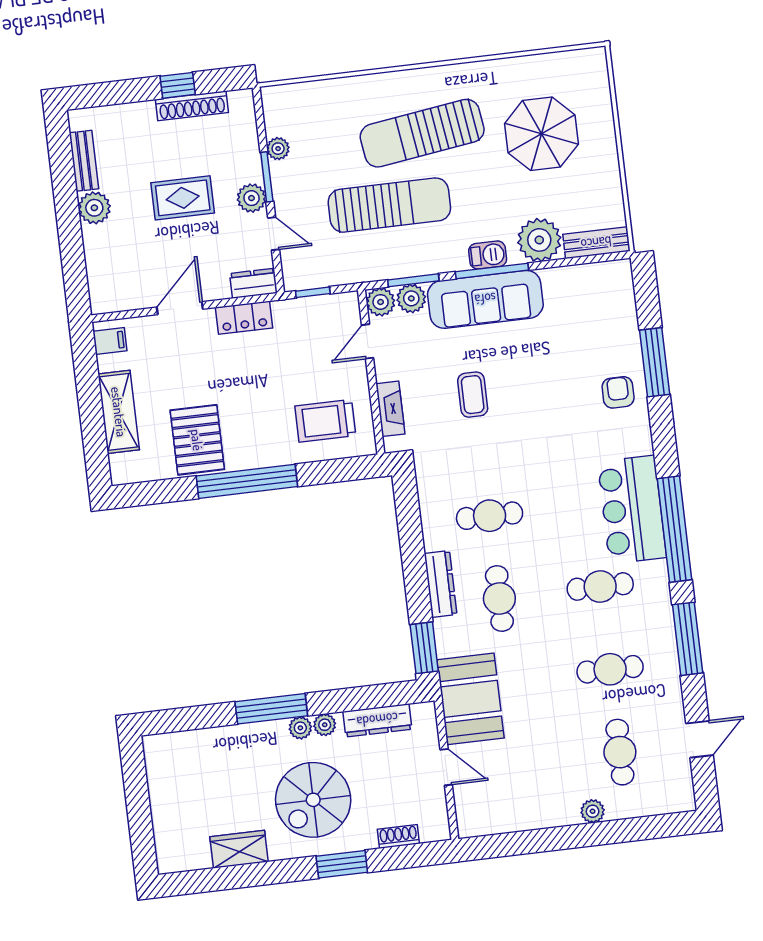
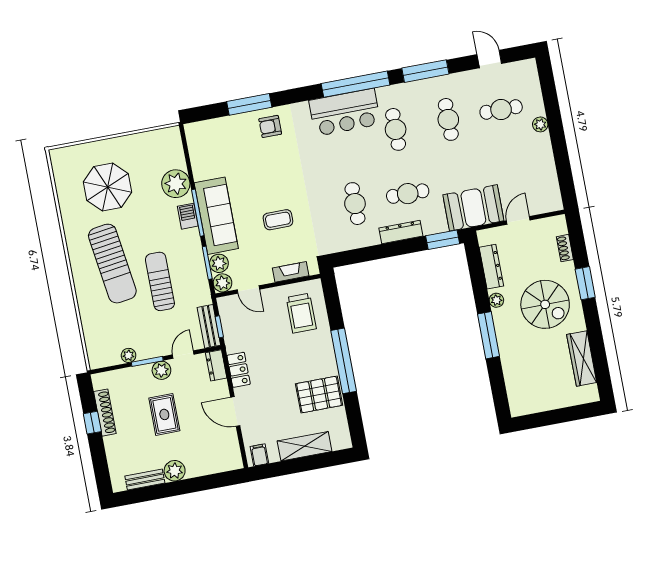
sun lounger: (389, 205) -> (160, 281), width x0.73, depth x0.75
bench: (596, 243) -> (209, 326), moved
plant: (300, 728) -> (499, 316), removed
wardrobe: (239, 849) -> (582, 358), width x1.50

